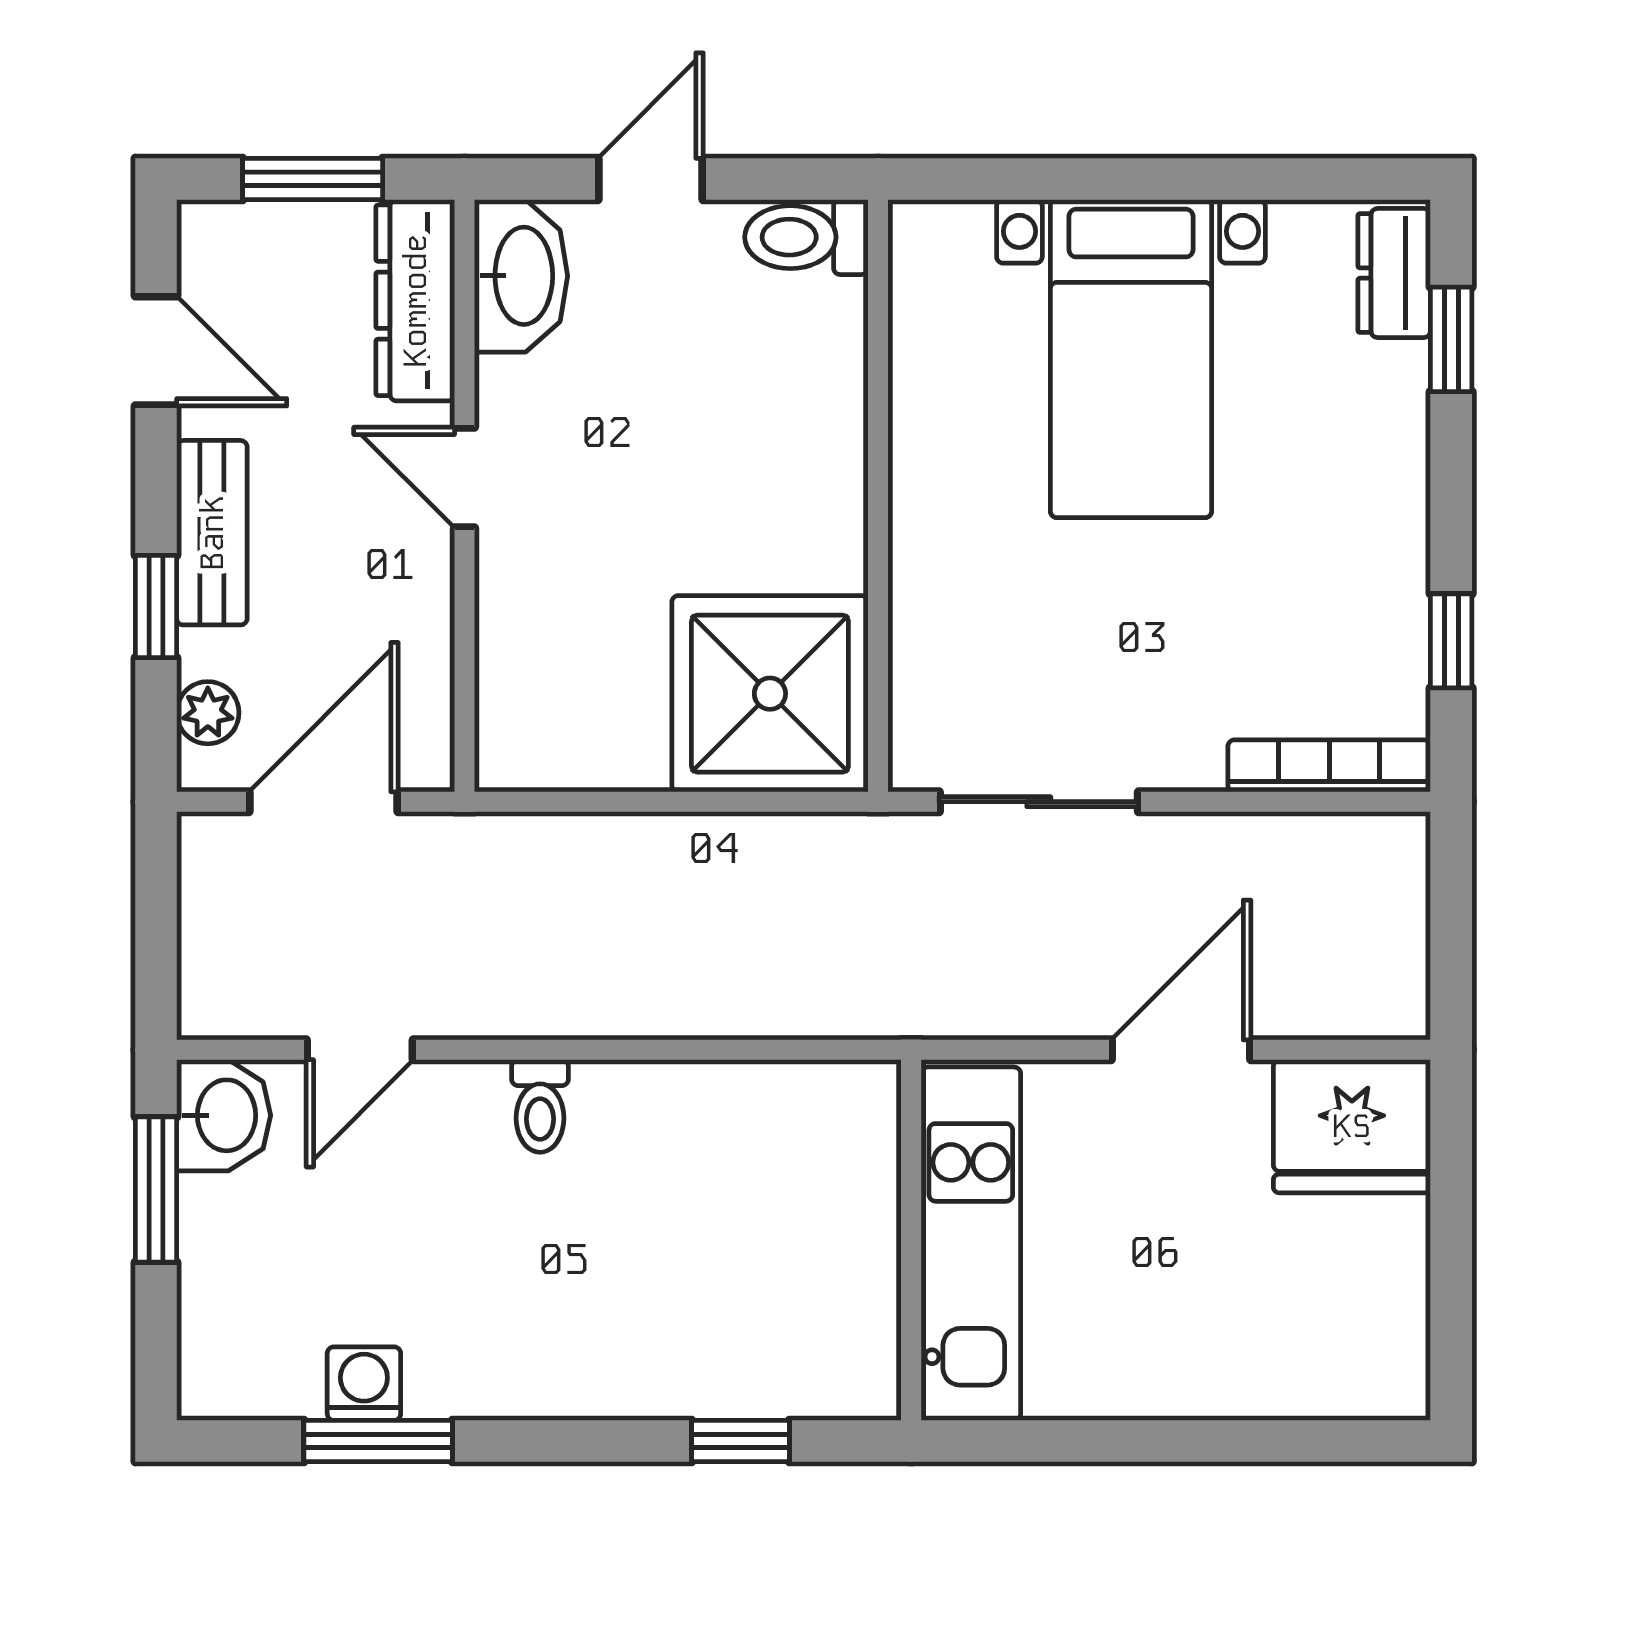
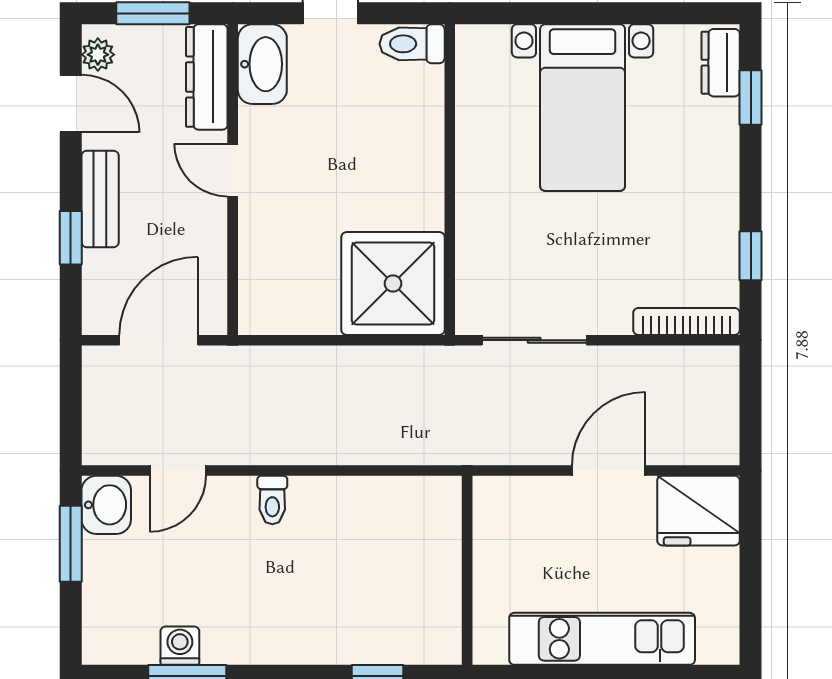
plant: (208, 713) -> (98, 55), moved
kitchen unit: (971, 1244) -> (602, 639), moved, turned -90

